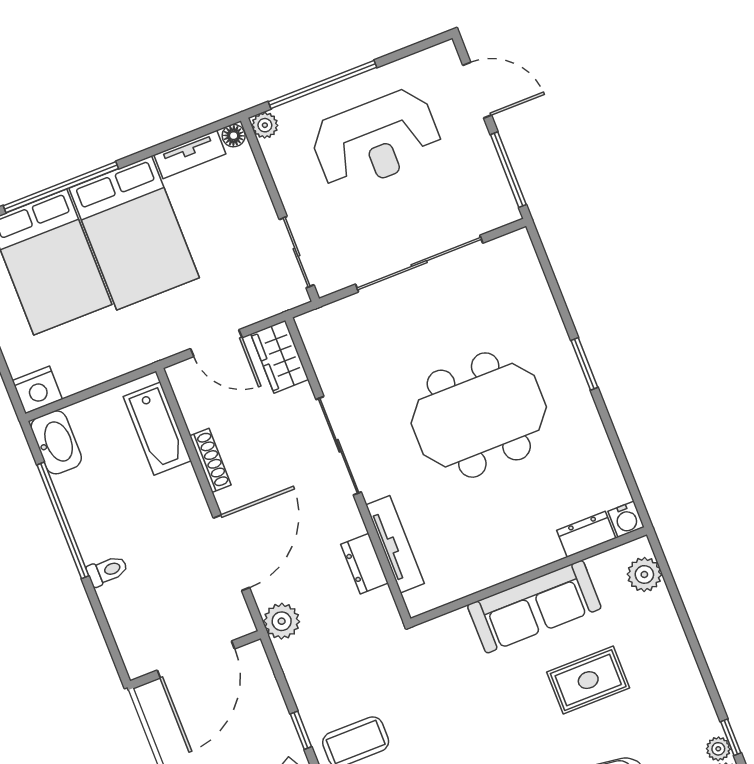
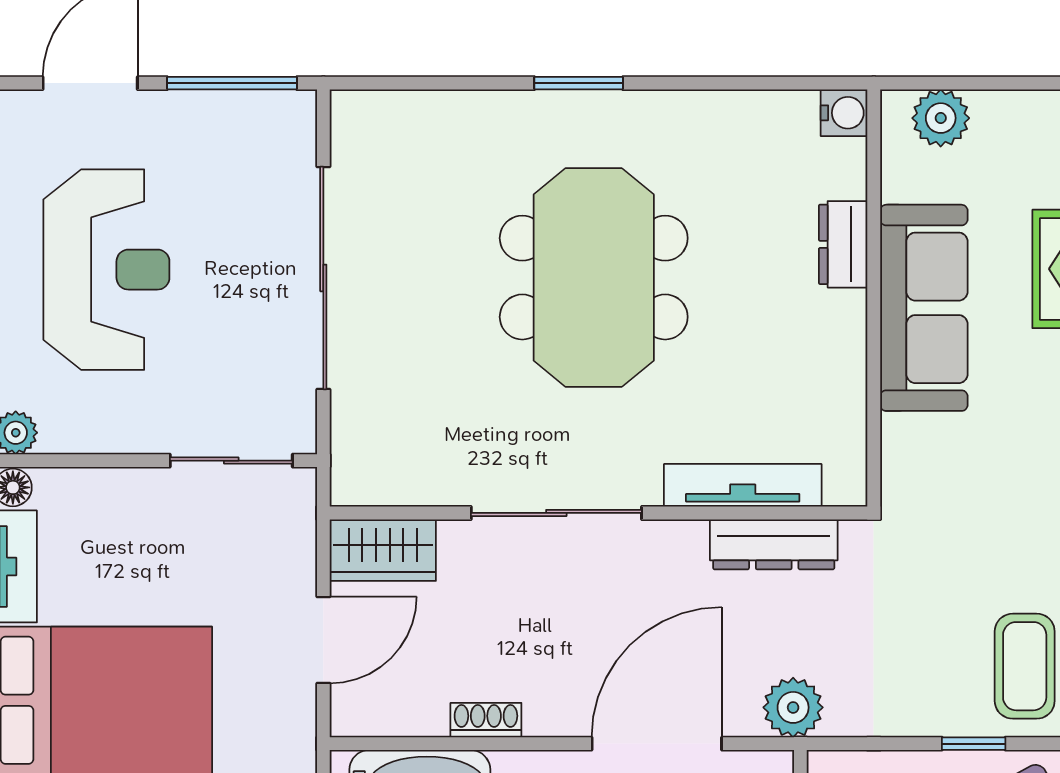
shoe rack: (210, 460) -> (486, 720), width x0.70
dresser: (586, 534) -> (843, 244), moved
door: (231, 553) -> (657, 744), hinge flipped
dresser: (365, 564) -> (774, 544), width x1.44

